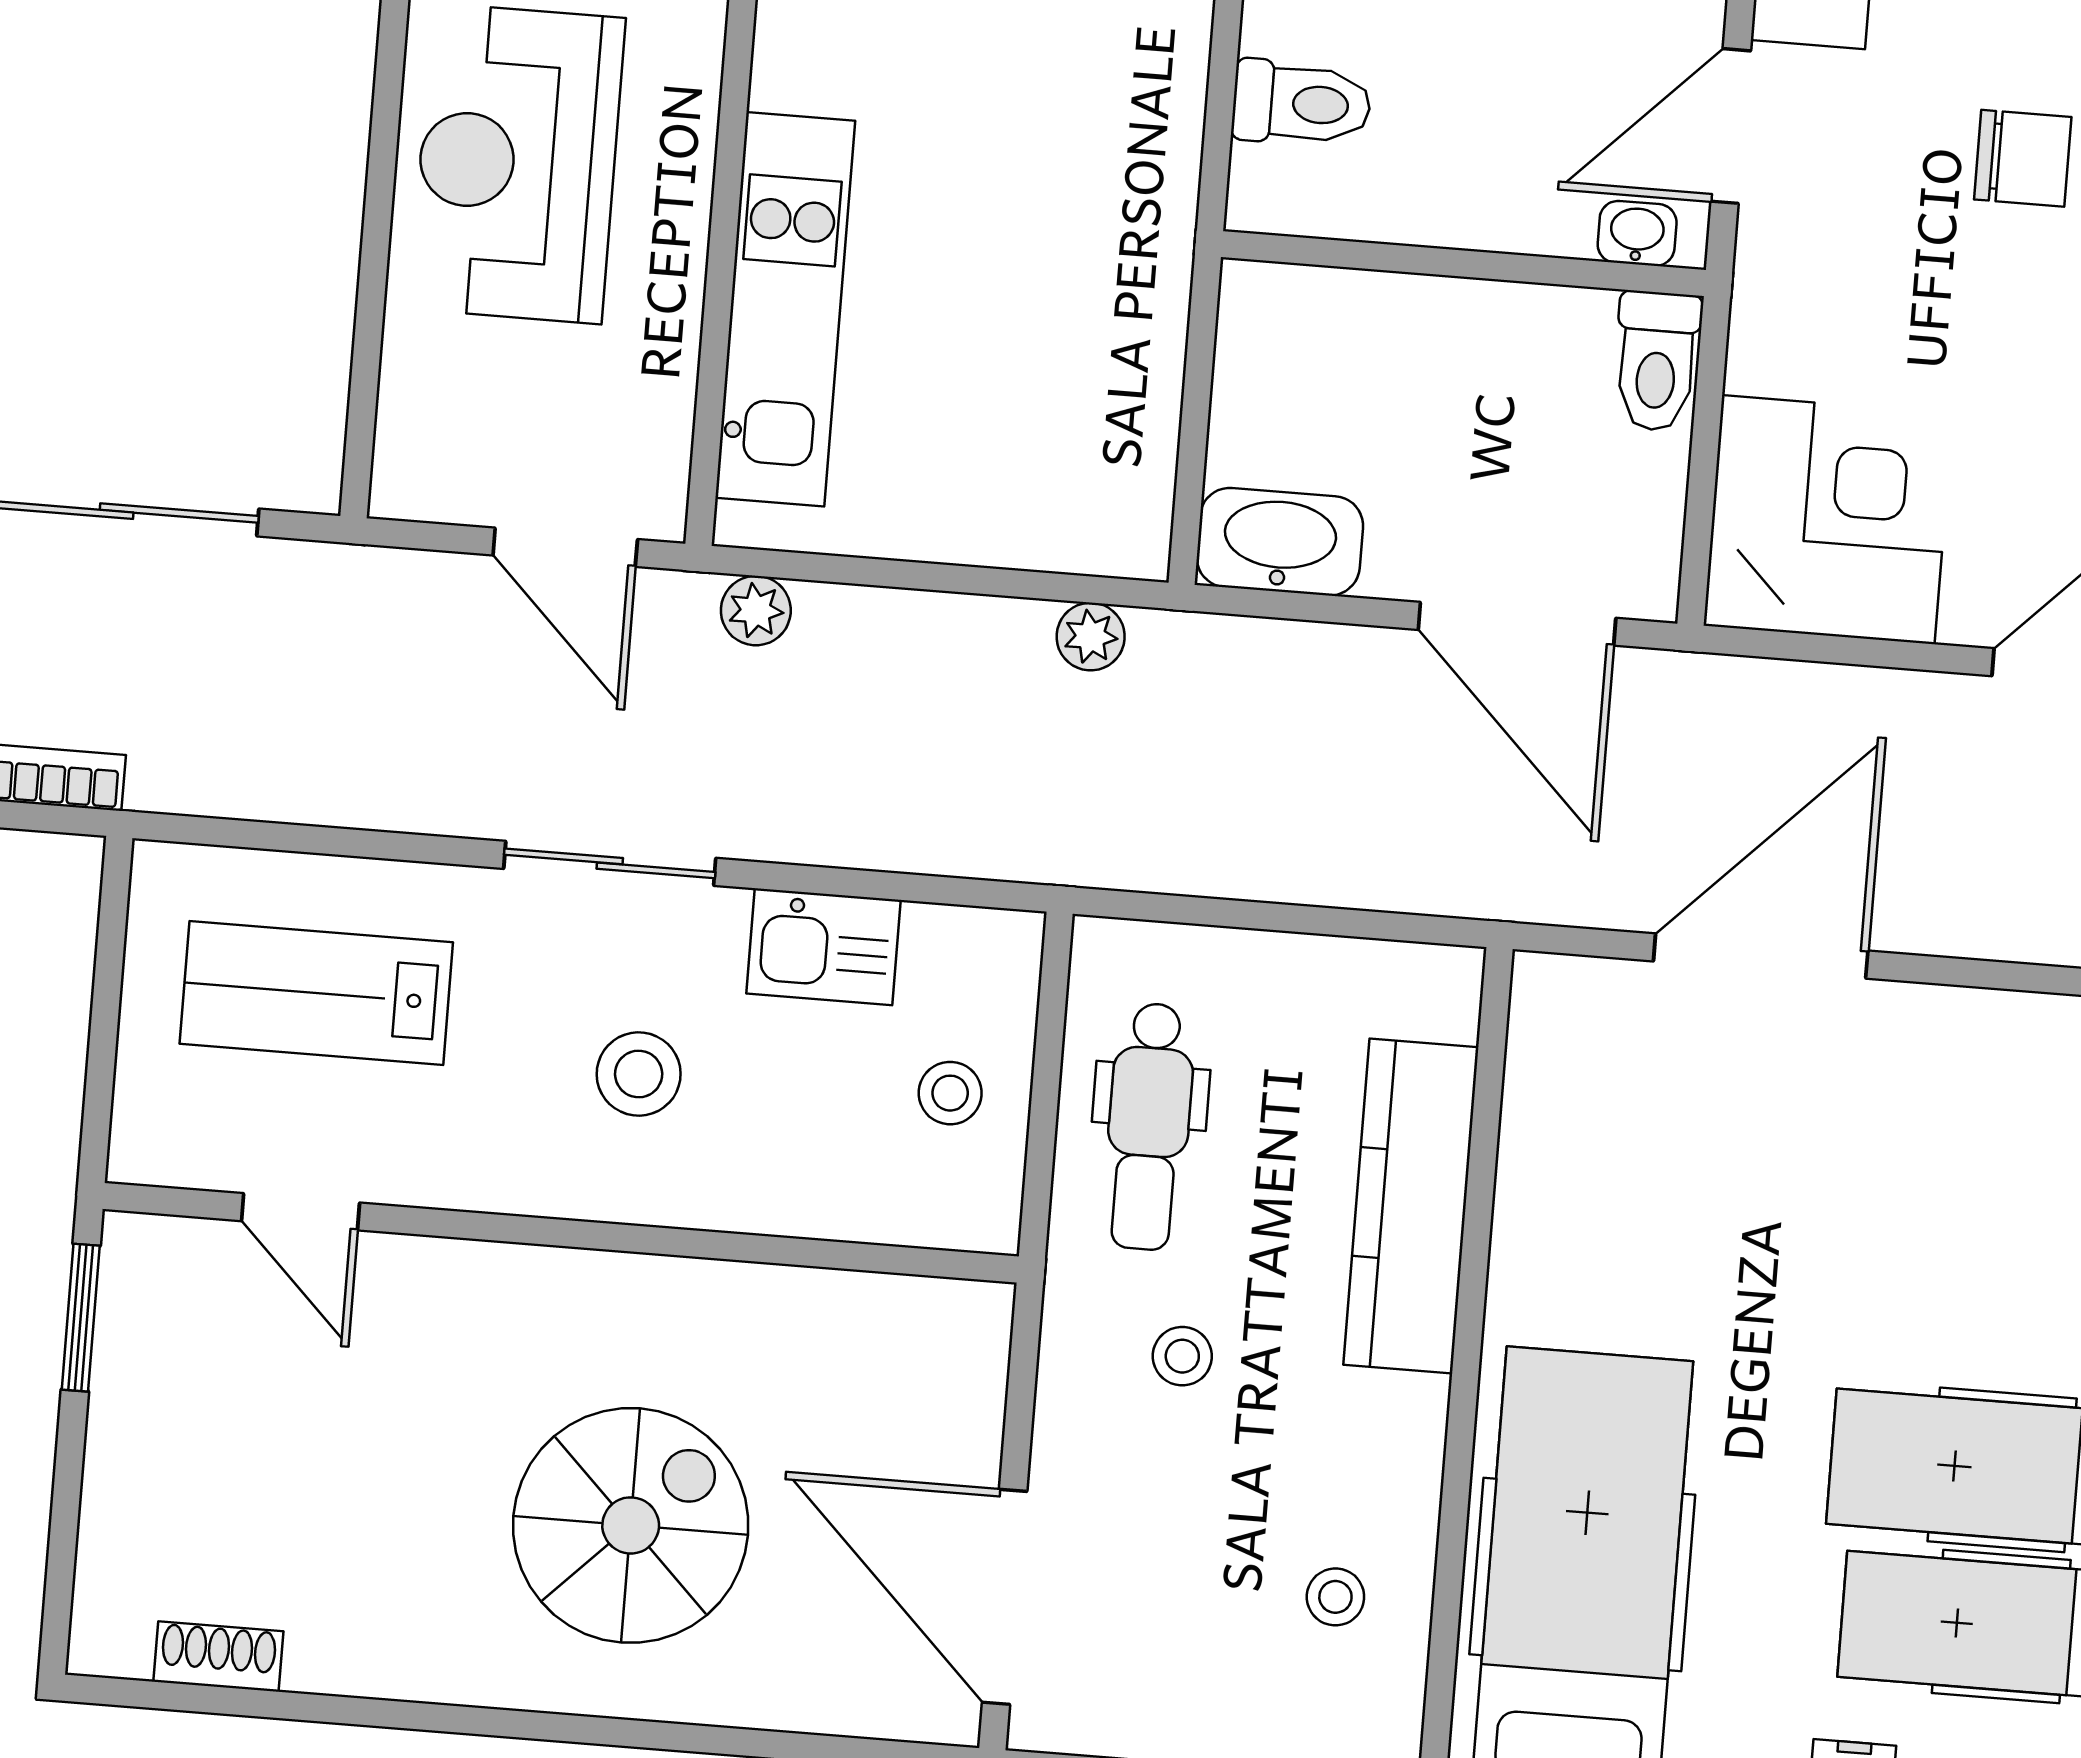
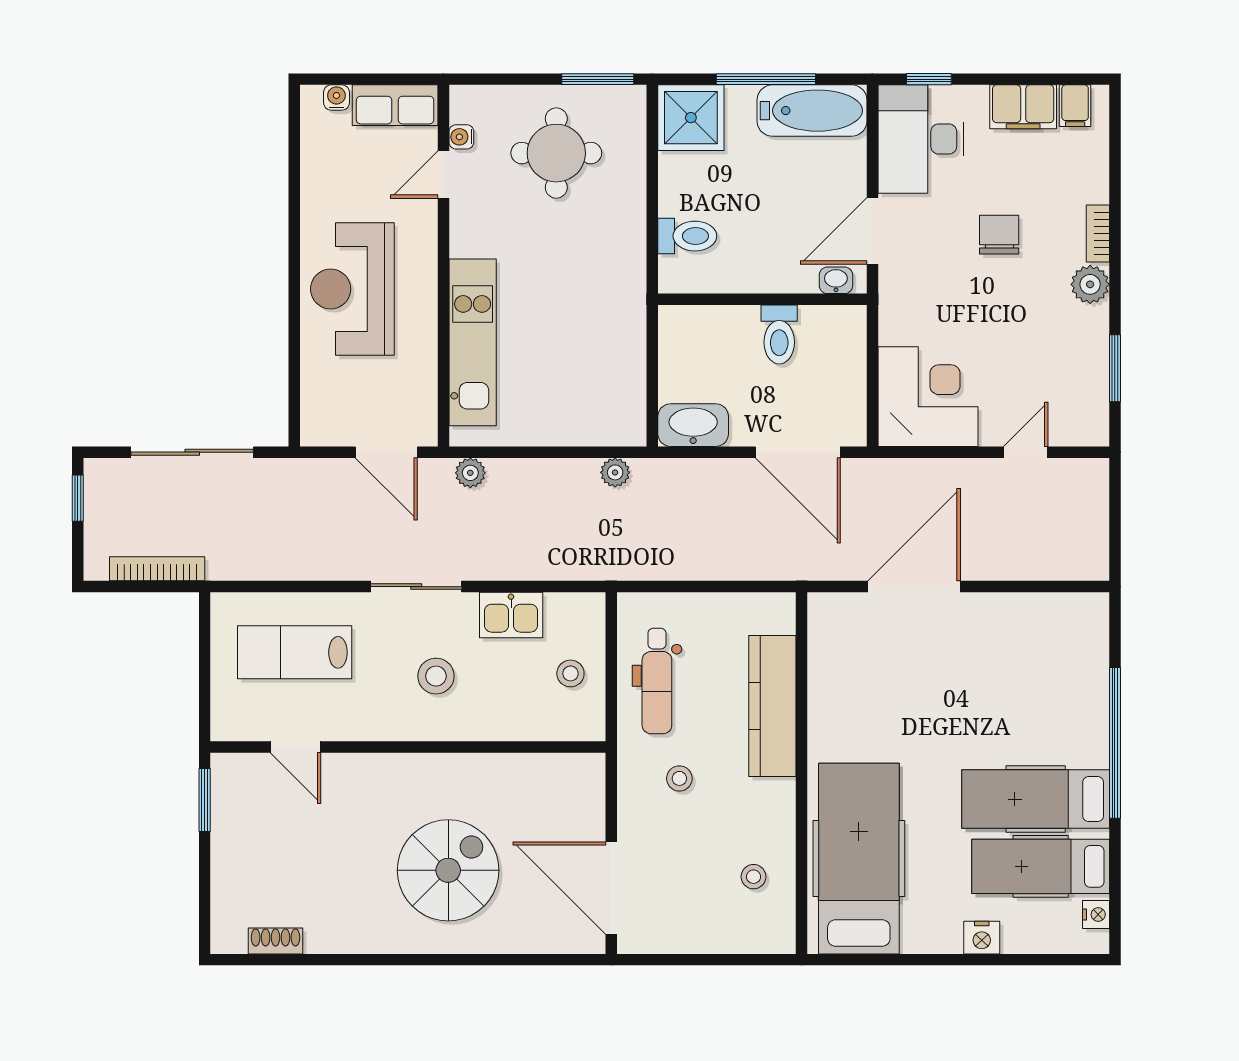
chair: (2023, 158) -> (999, 235), turned -90
toilet: (1657, 361) -> (779, 334), moved

